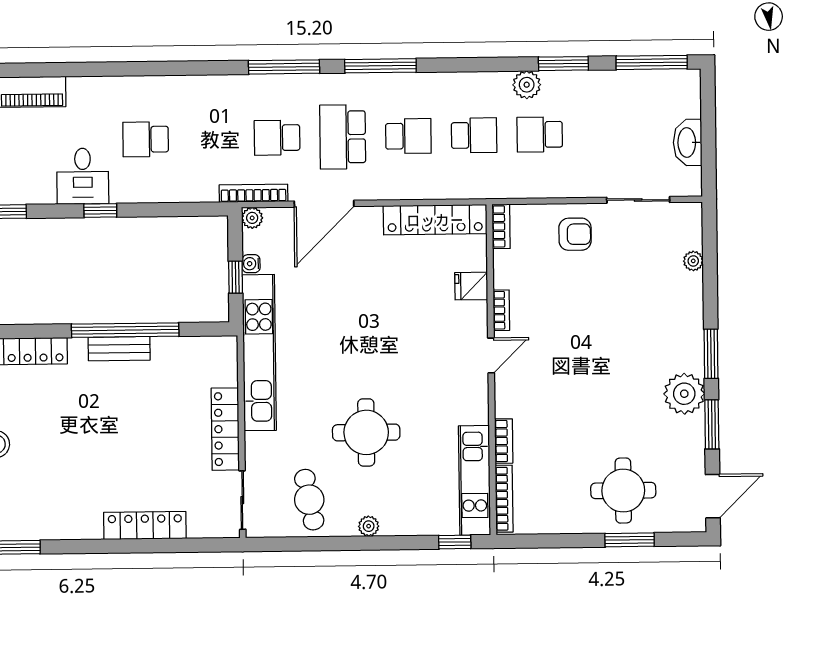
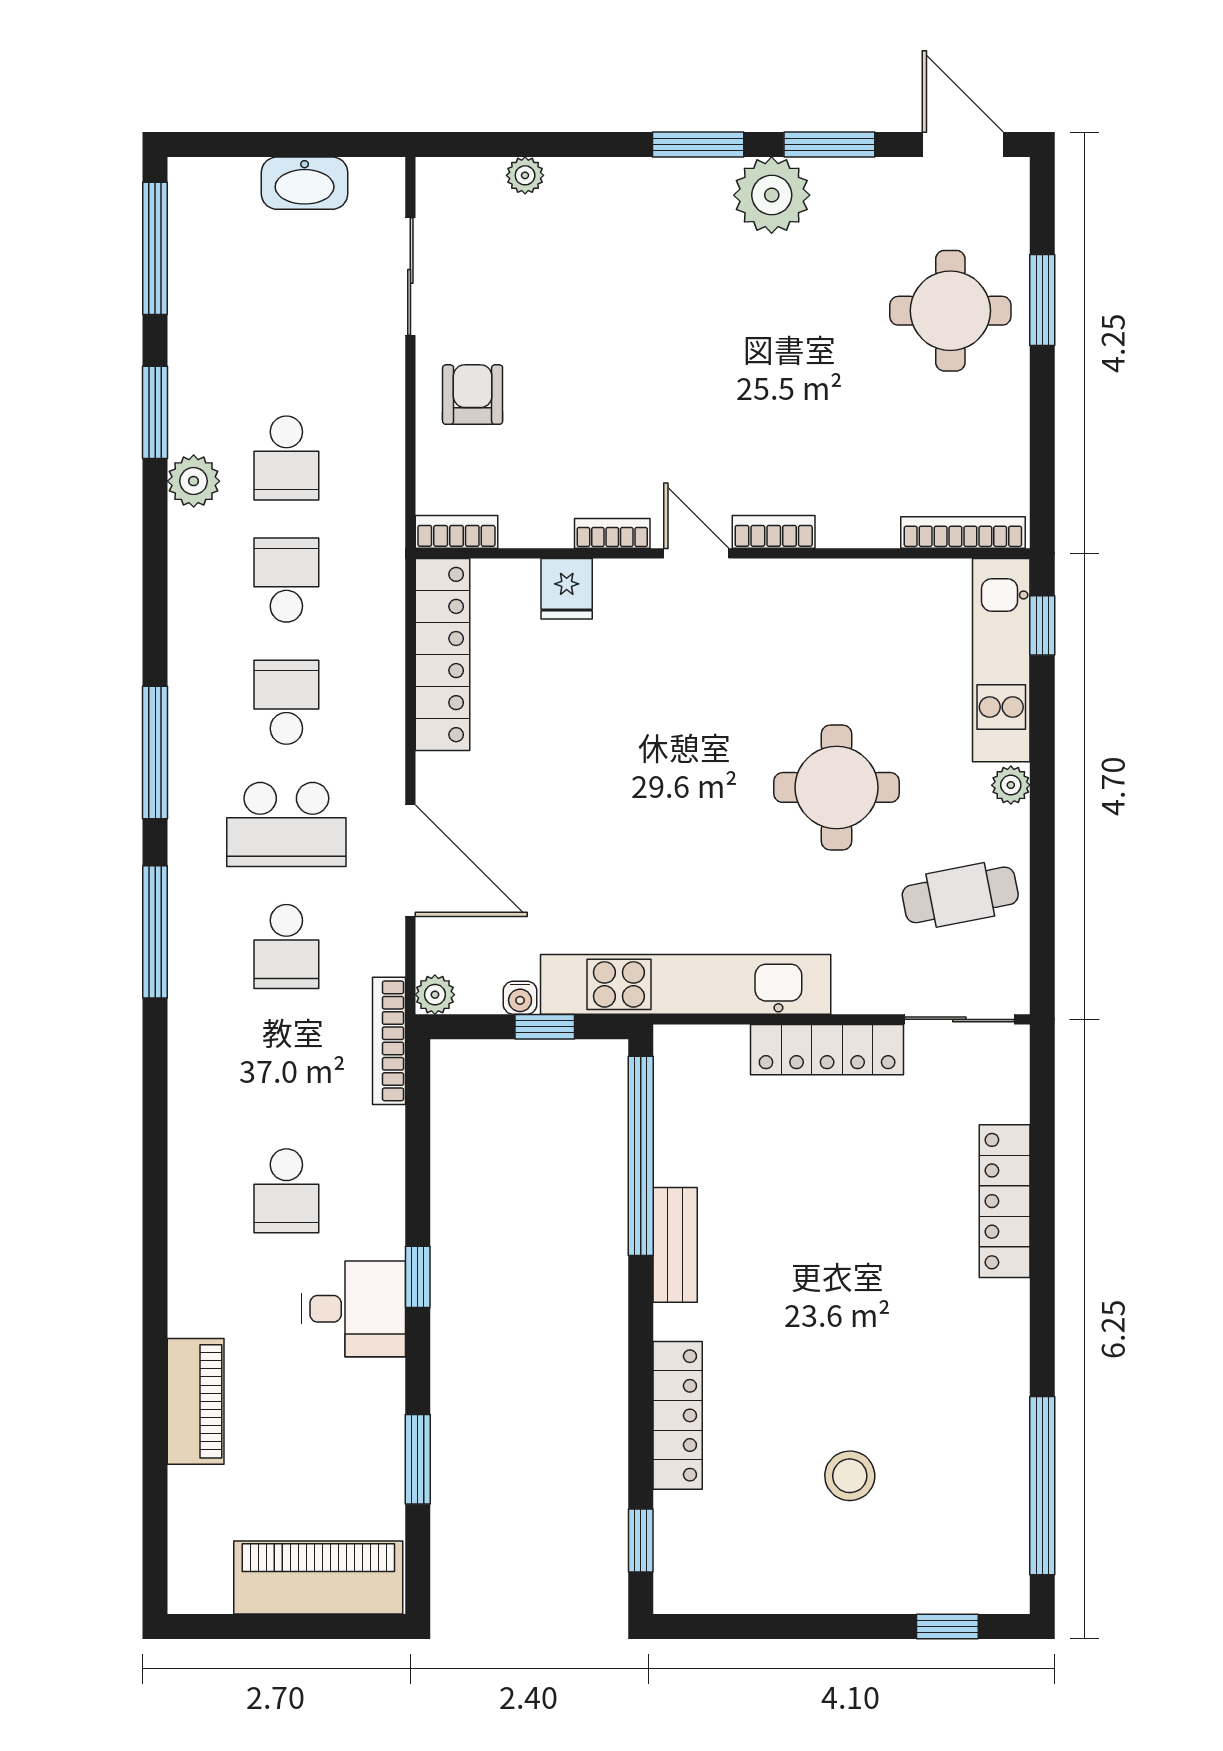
bookcase: (253, 193) -> (389, 1041), moved
window: (125, 330) -> (641, 1156), moved
bookcase: (504, 441) -> (774, 532), moved
kitchen unit: (475, 480) -> (1001, 660), moved, turned 90

